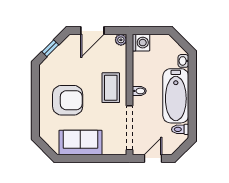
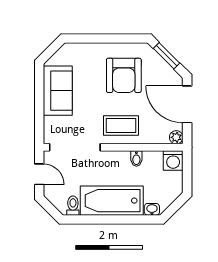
door: (92, 30) -> (187, 104), width x1.36
window: (50, 48) -> (167, 56), width x1.50
bidet: (139, 91) -> (136, 159), moved
armchair: (68, 100) -> (124, 75), moved

